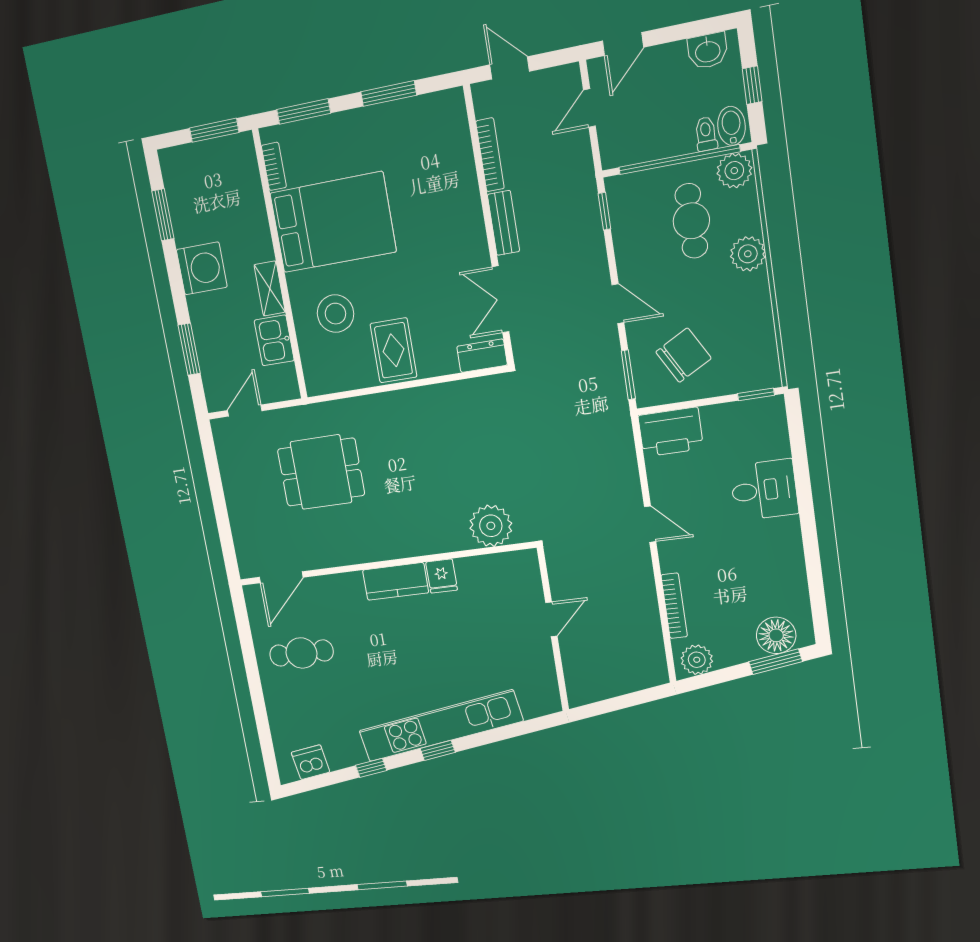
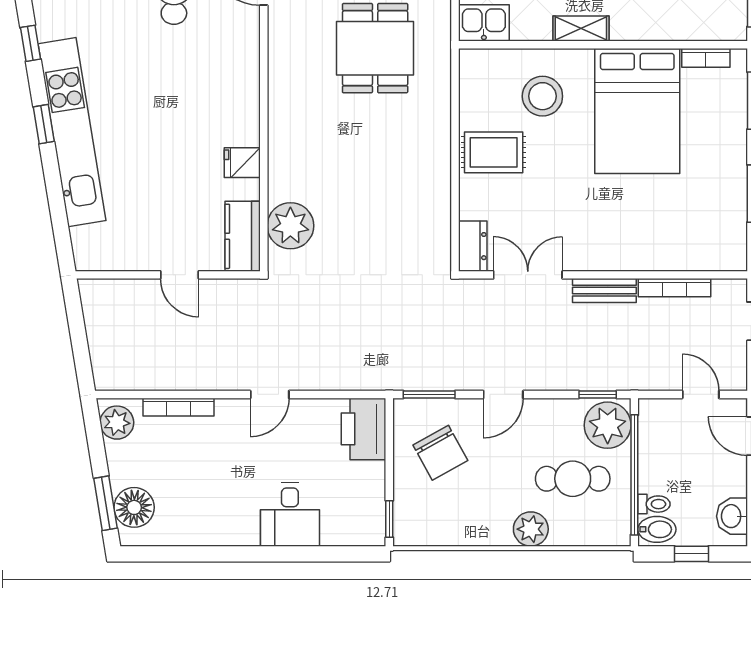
plant: (734, 171) -> (608, 425), moved, width x1.36, depth x1.36
kitchen sink: (274, 340) -> (484, 23), moved
kitchen counter: (396, 581) -> (243, 236), moved

